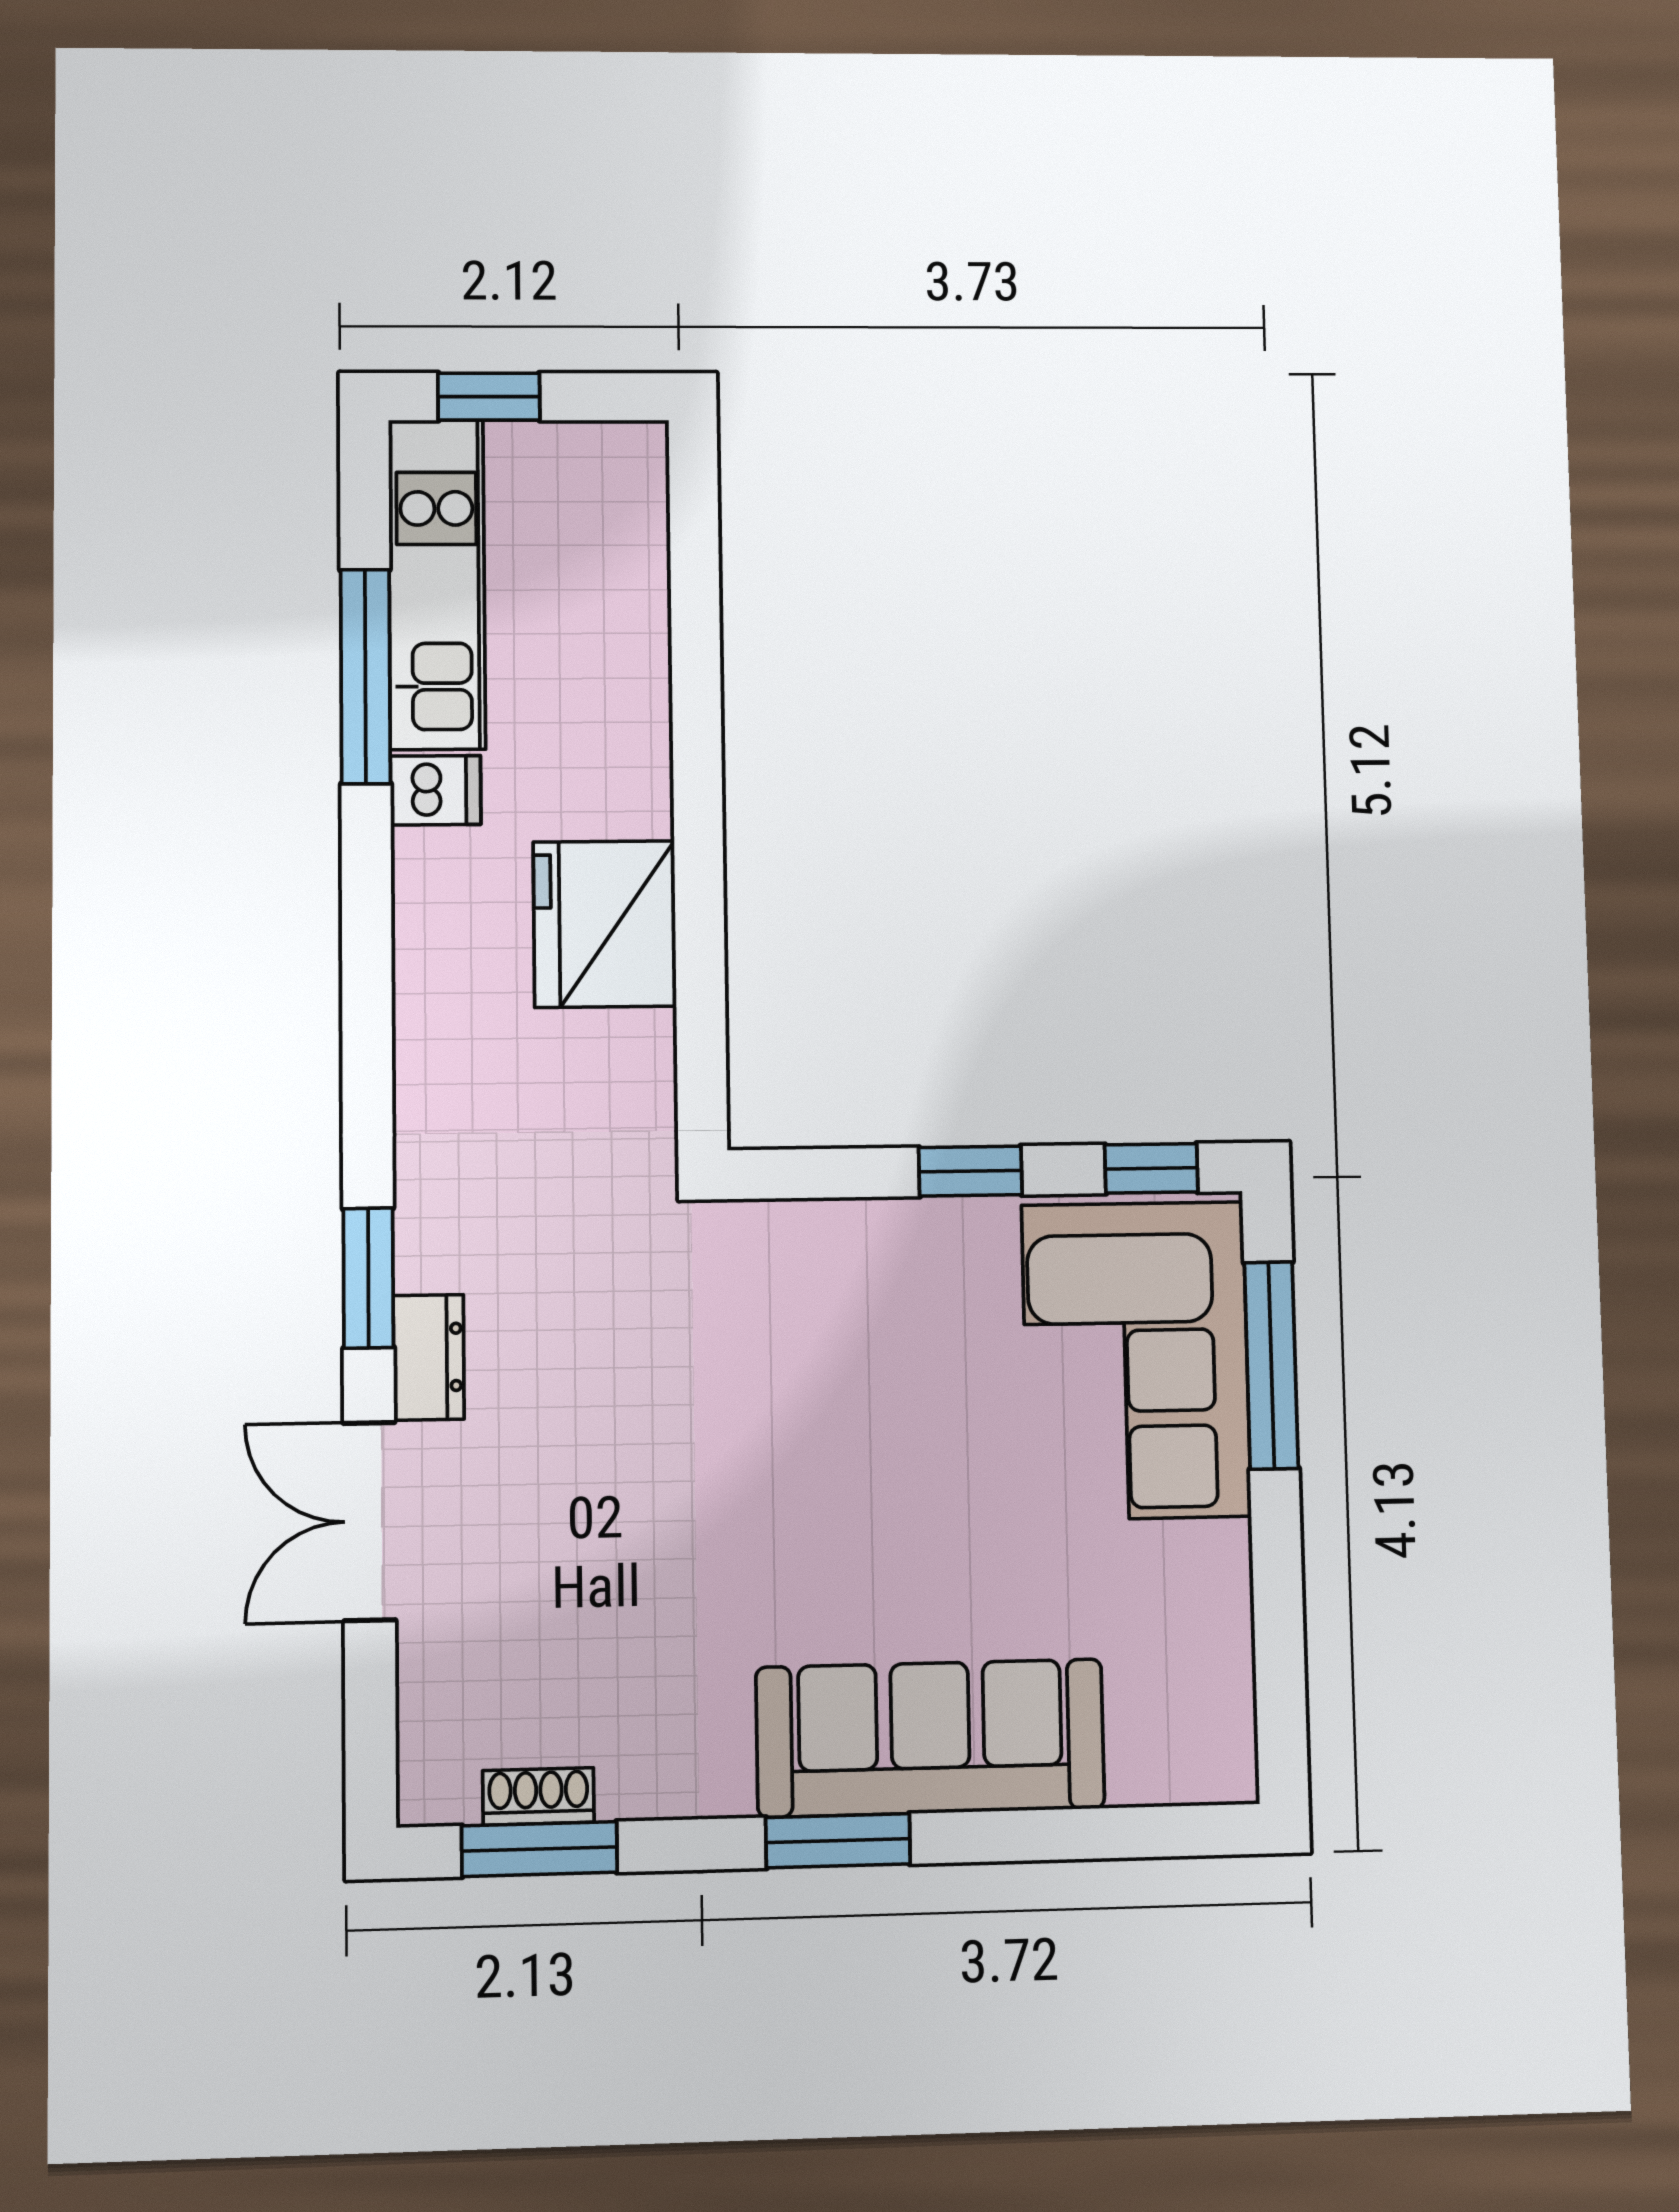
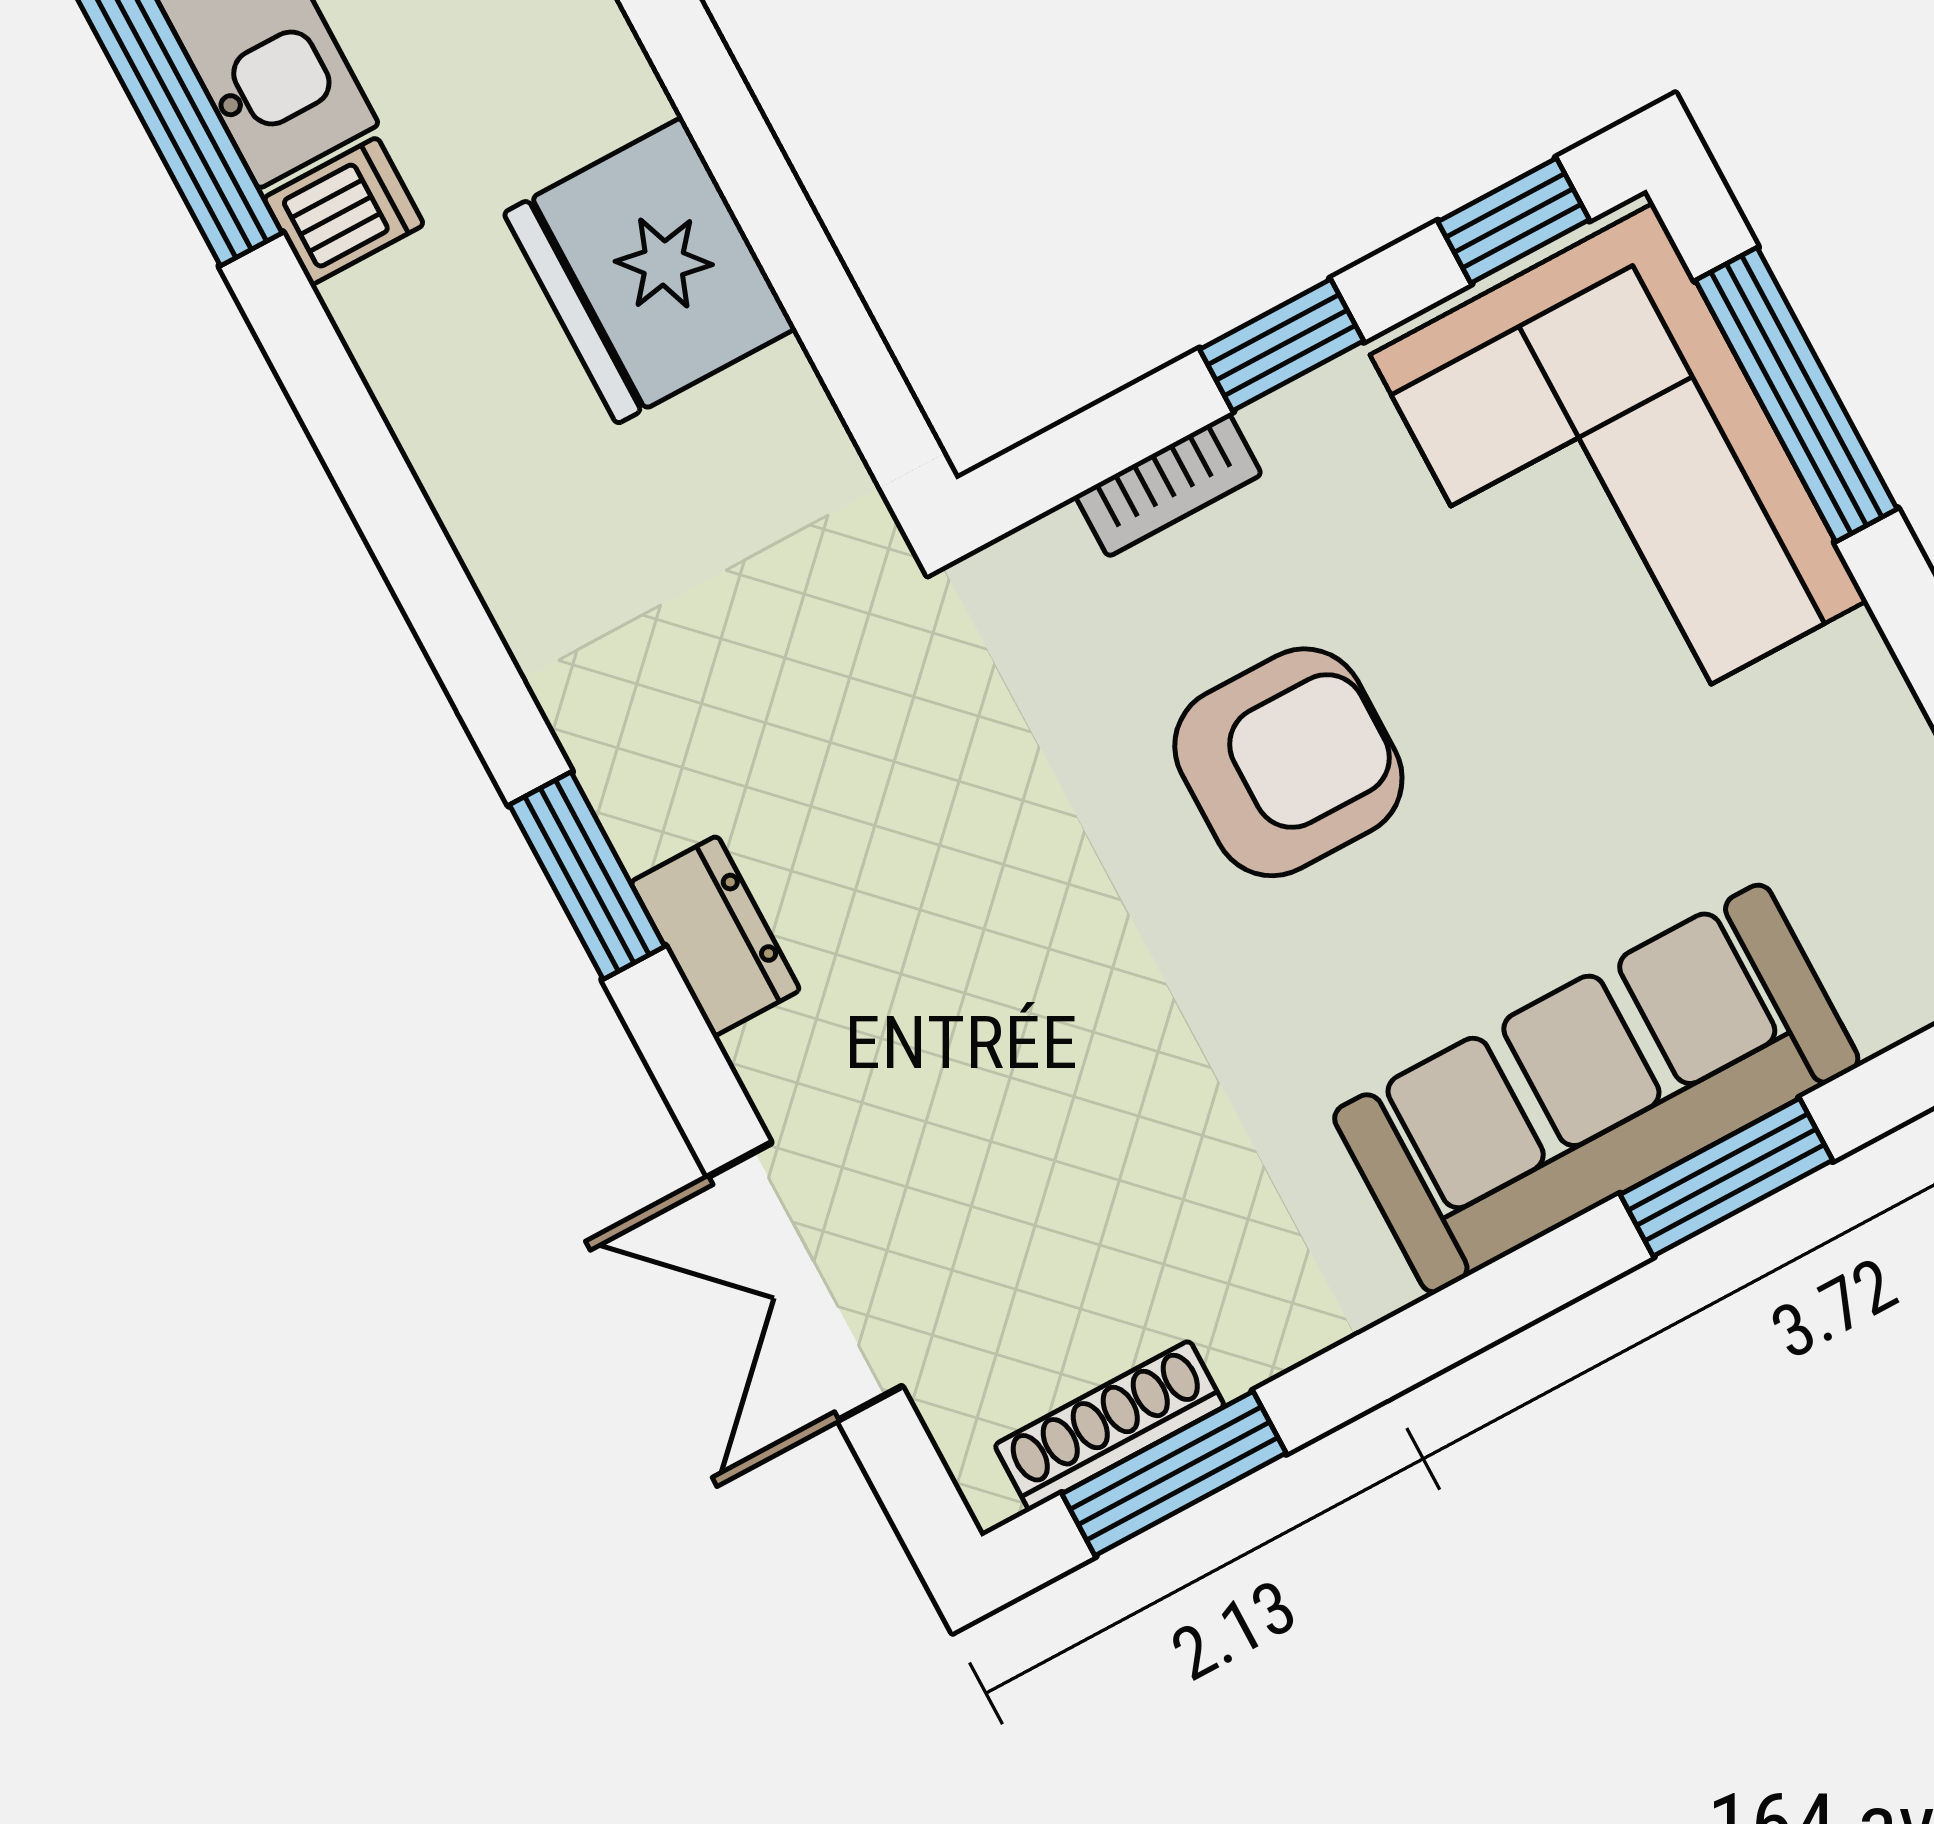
bookcase: (856, 1221) -> (1168, 485), added
armchair: (843, 1432) -> (1288, 762), added
double door: (369, 1521) -> (805, 1282), moved
shoe rack: (538, 1796) -> (1110, 1426), width x1.43
window: (838, 1841) -> (1726, 1177), moved

